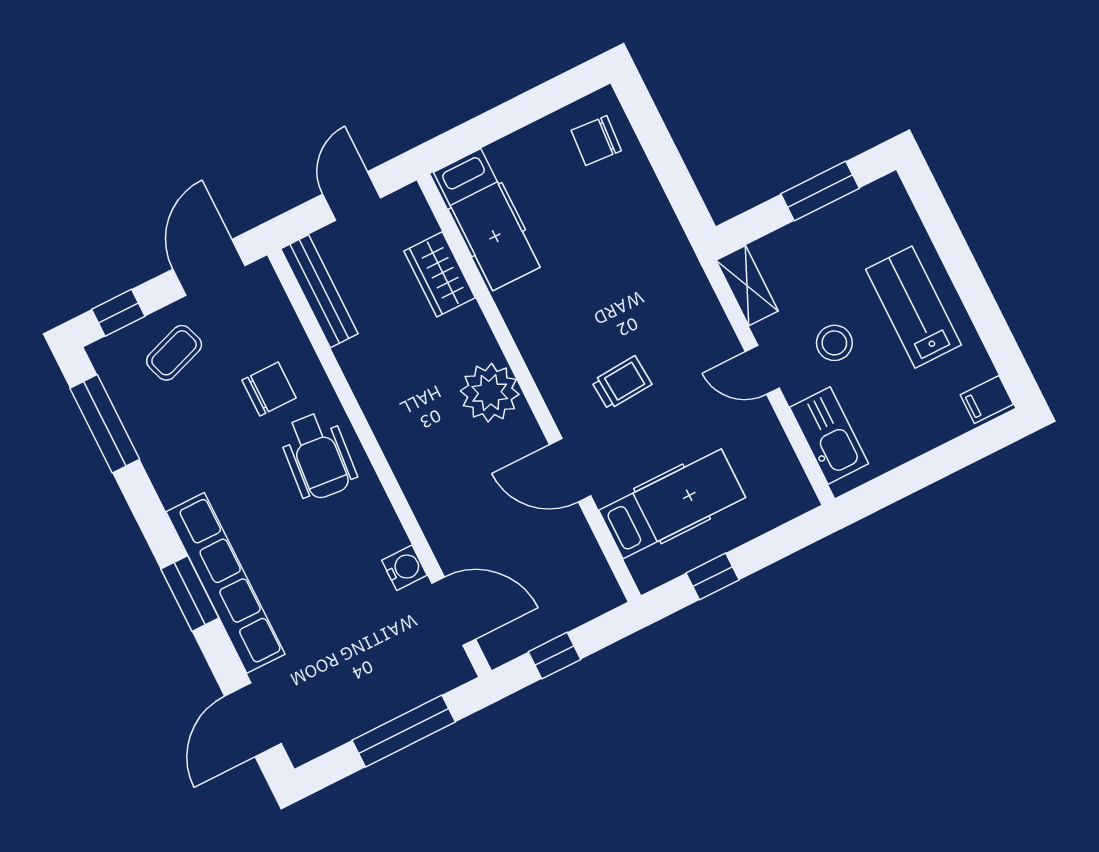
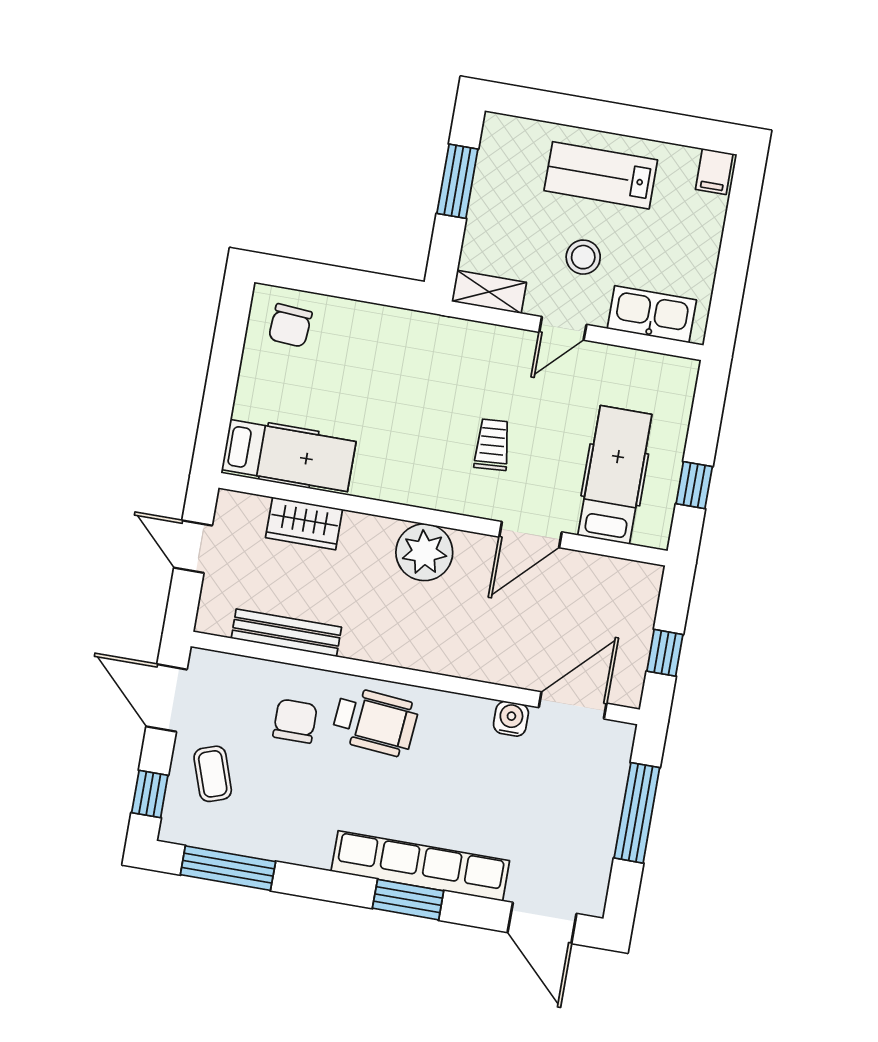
bench: (319, 291) -> (286, 633), moved

